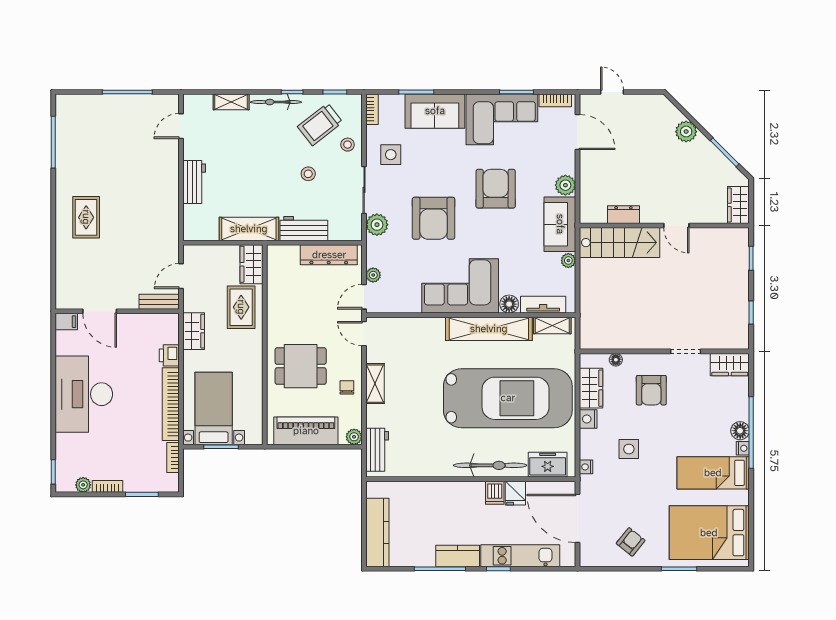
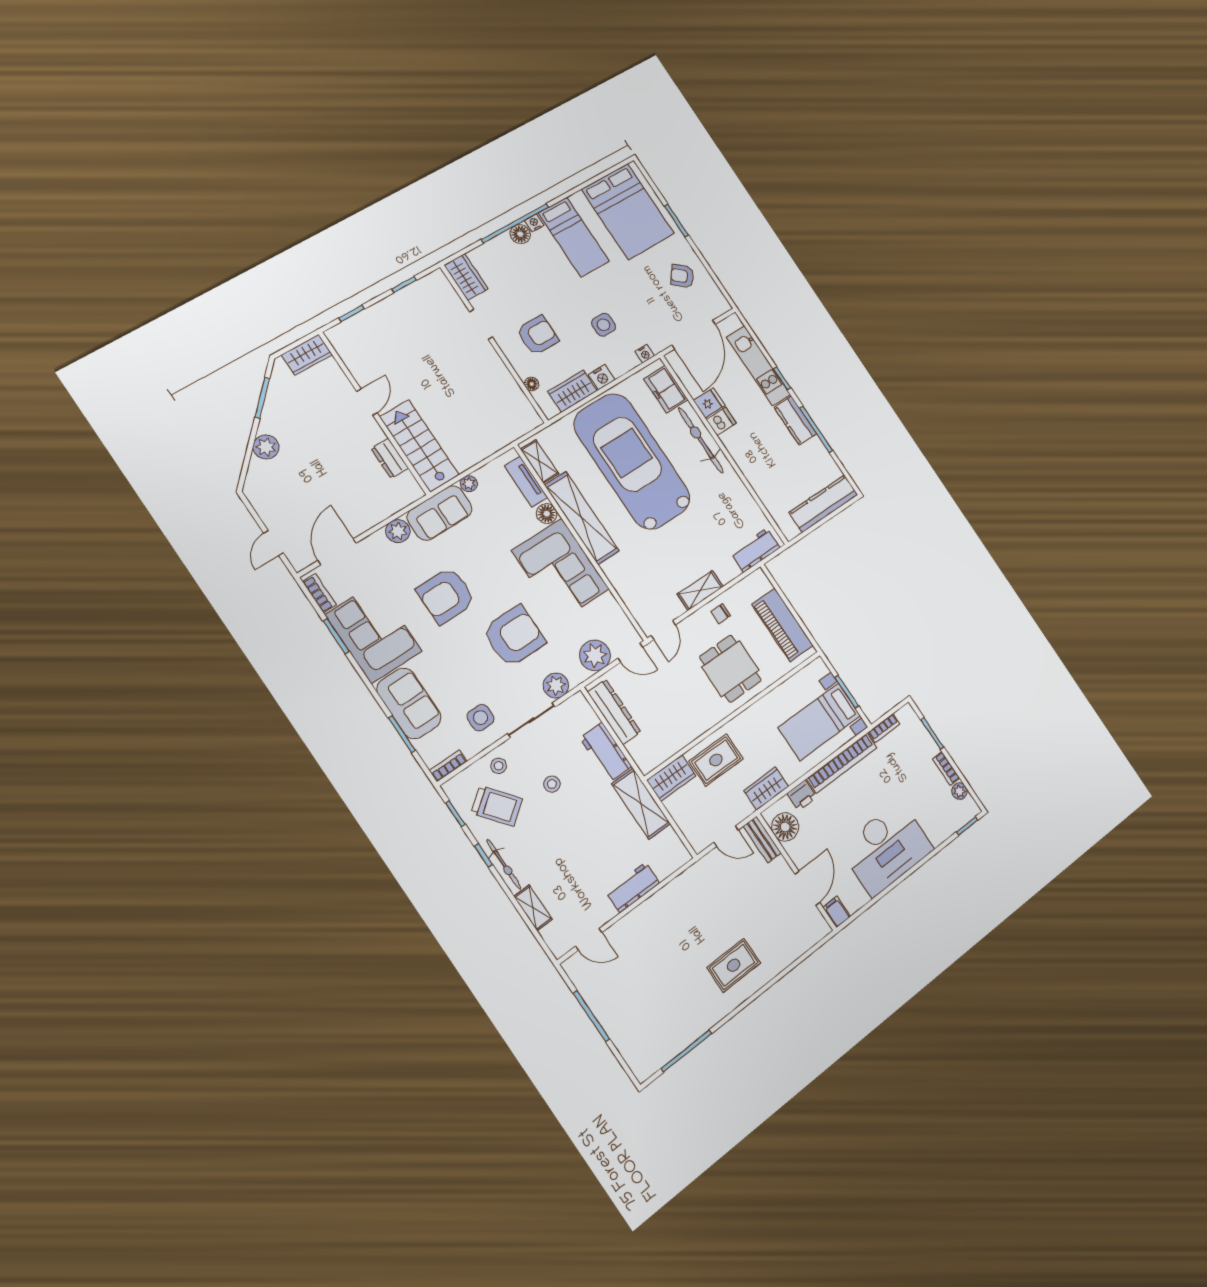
plant: (373, 275) -> (595, 656), width x1.87, depth x1.87
floor lamp: (156, 326) -> (785, 827), added
plant: (354, 437) -> (758, 578), removed

